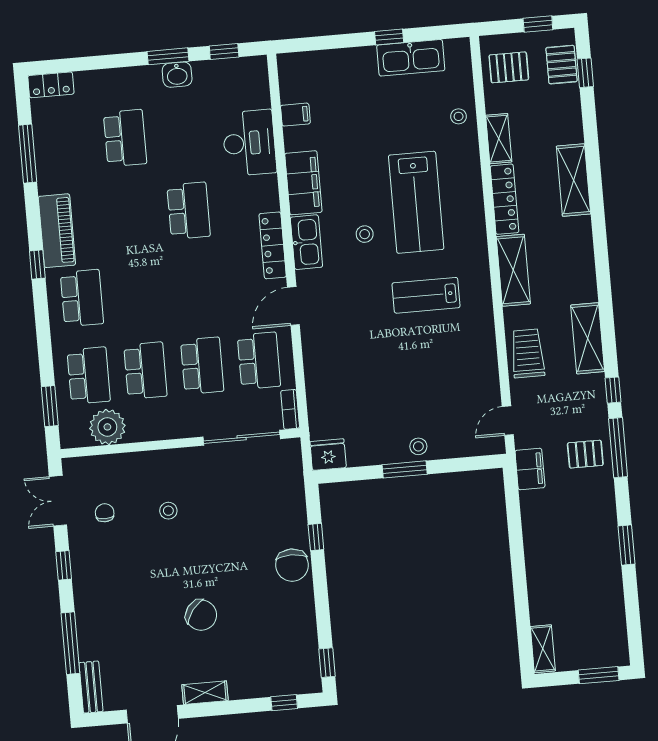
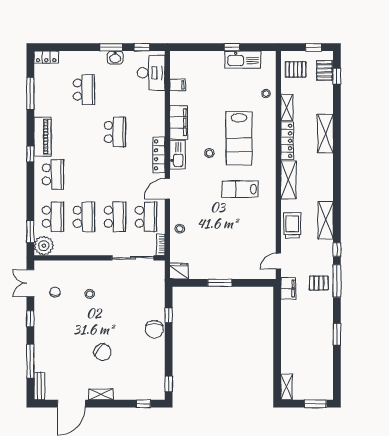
desk: (249, 143) -> (151, 73), moved
plant: (107, 427) -> (44, 246), moved
stool: (418, 446) -> (180, 229), moved

